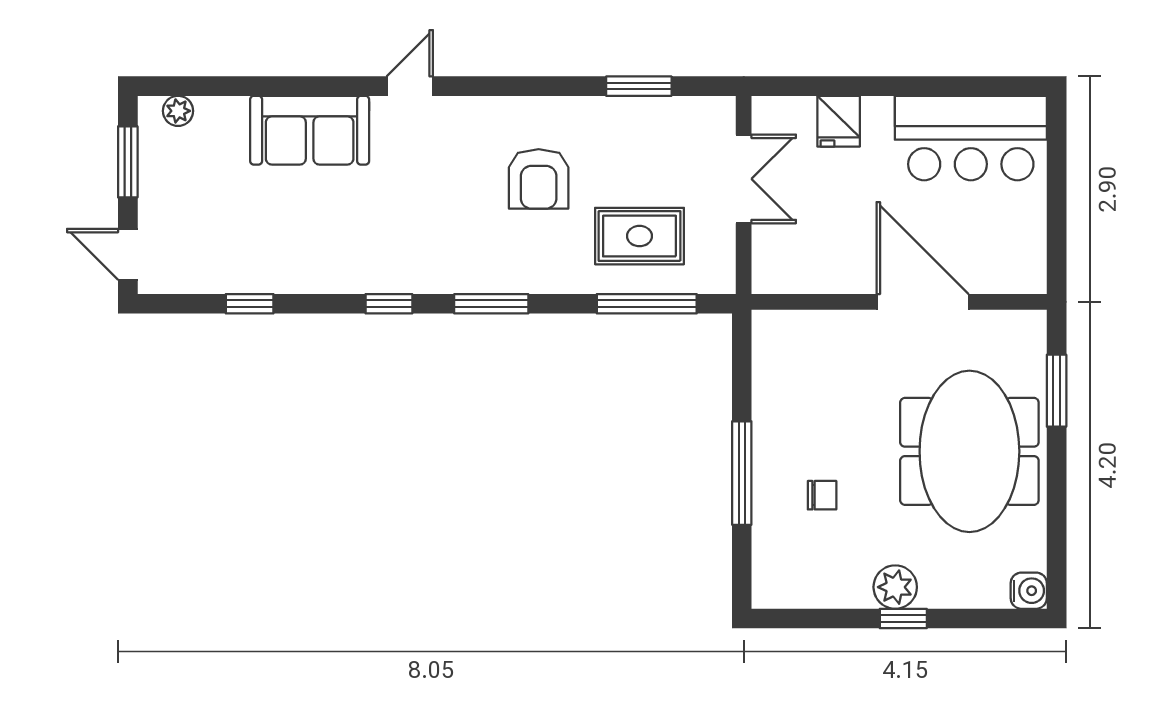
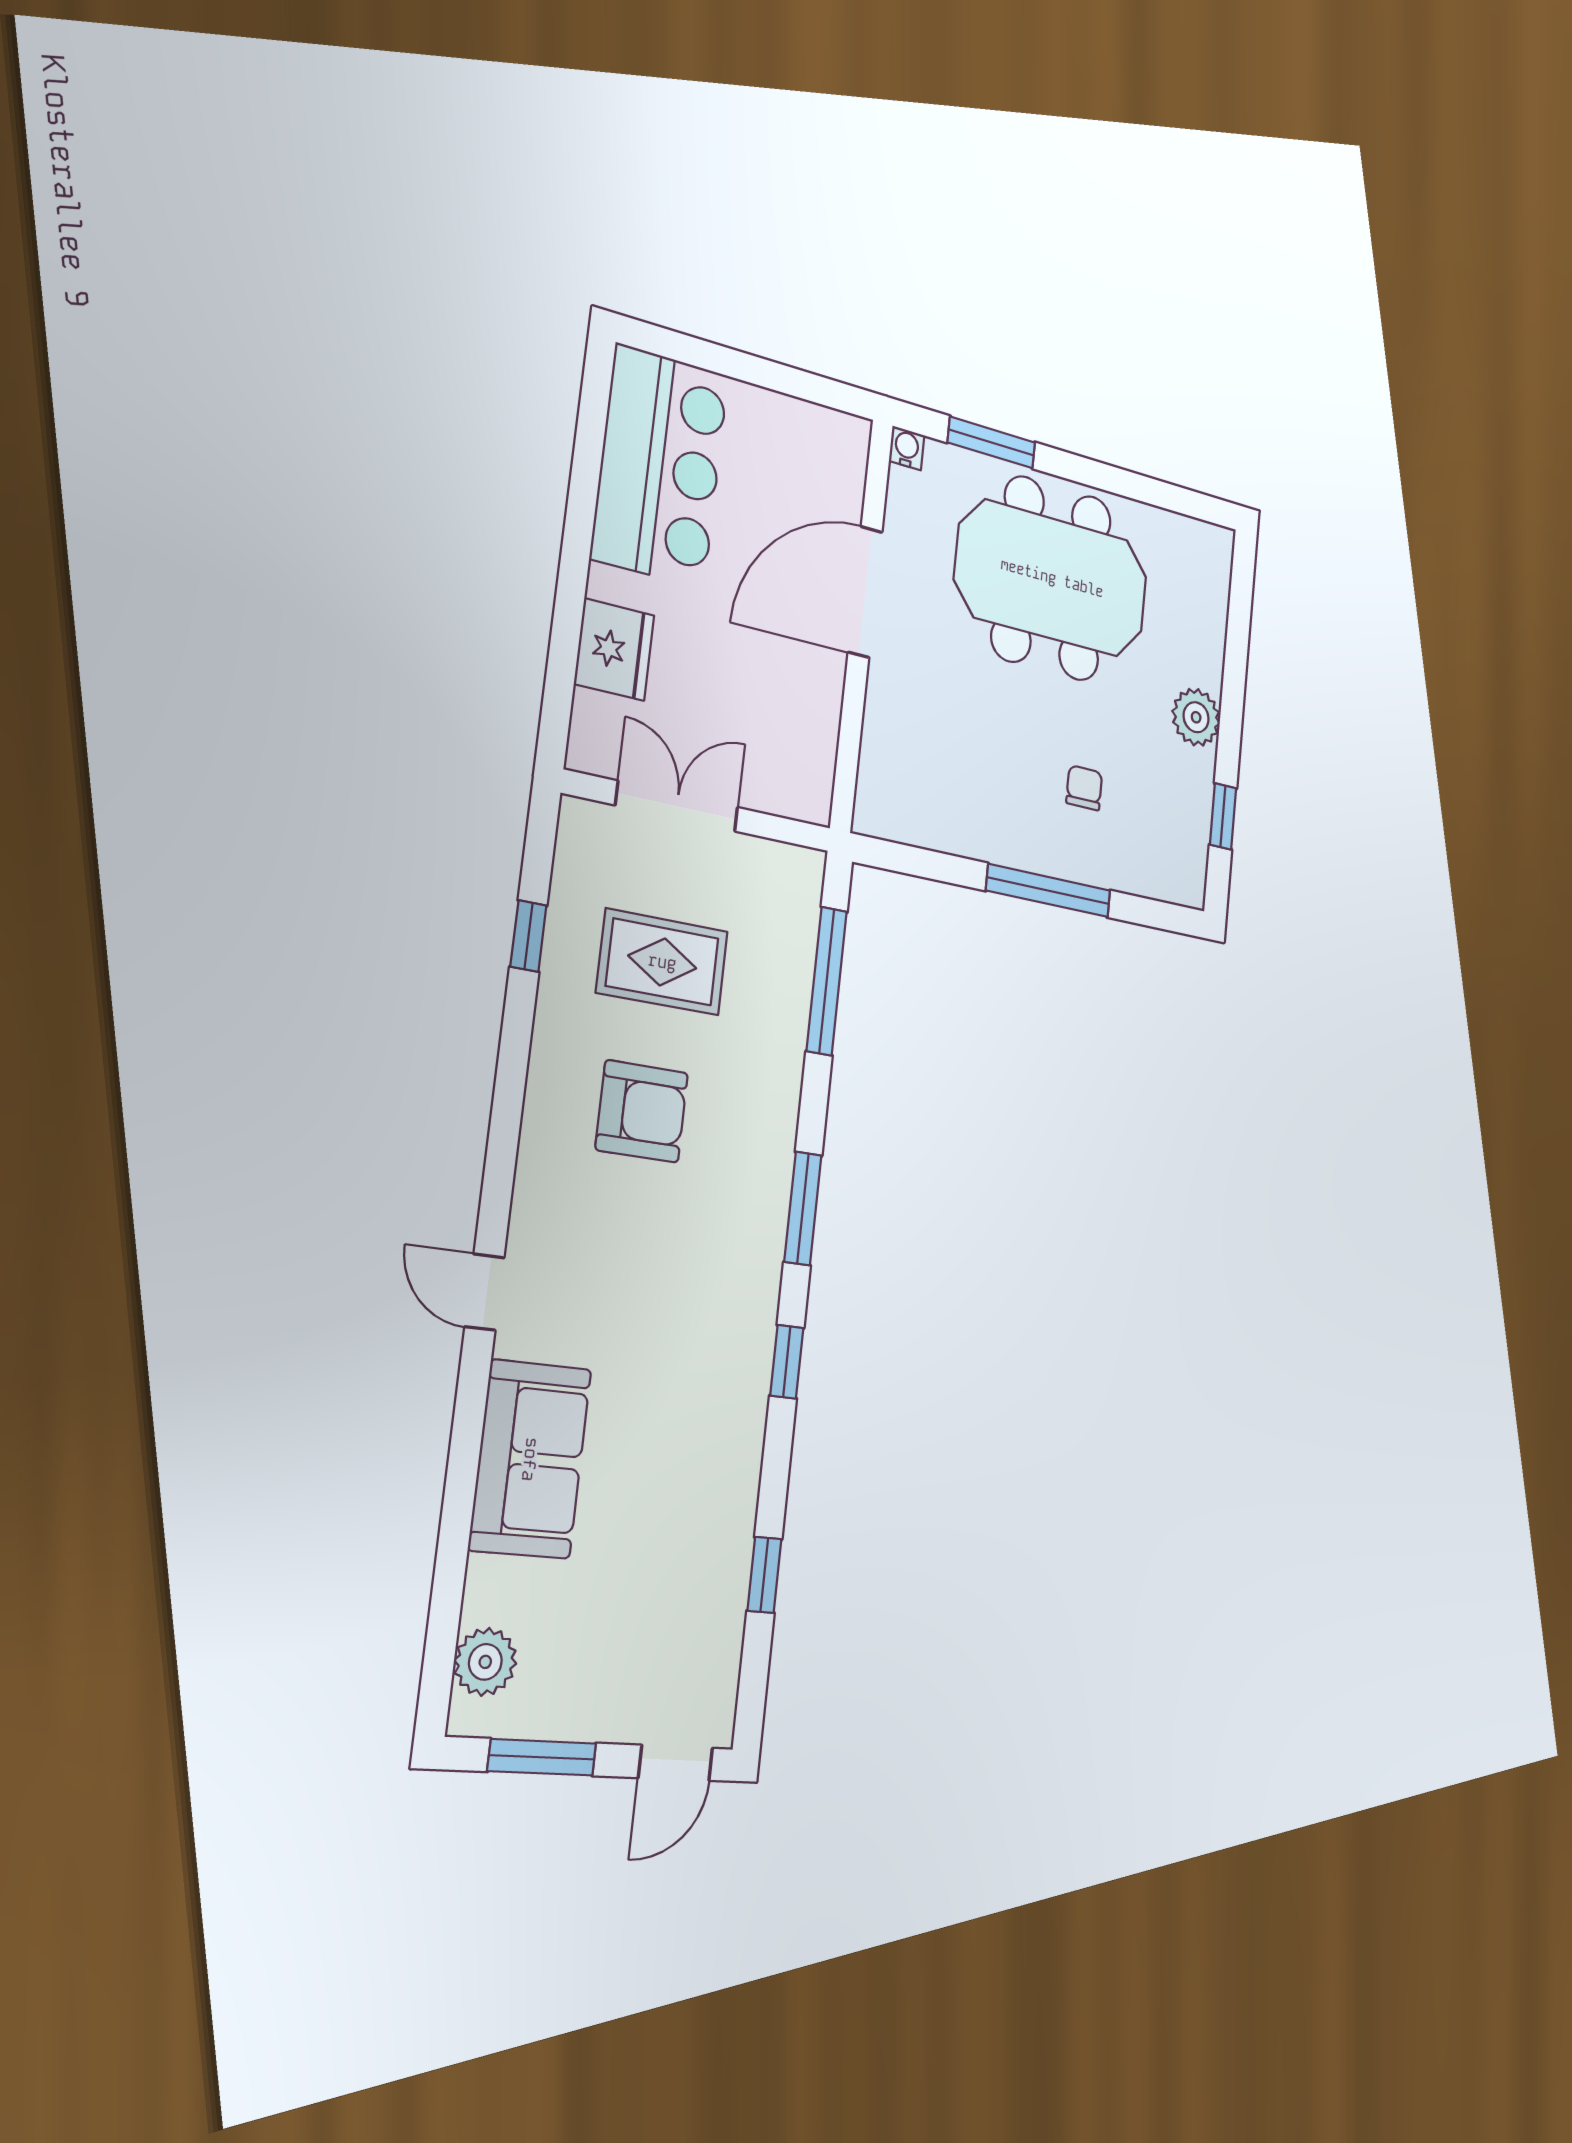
window: (639, 86) -> (528, 936), width x0.67
plant: (178, 111) -> (485, 1662), width x1.38, depth x1.38
fridge: (839, 121) -> (614, 650), width x1.38
rug: (640, 236) -> (662, 962), moved, turned 90
water cooler: (1029, 591) -> (907, 448), moved, width x0.72, depth x0.72
window: (903, 618) -> (1223, 816), moved

